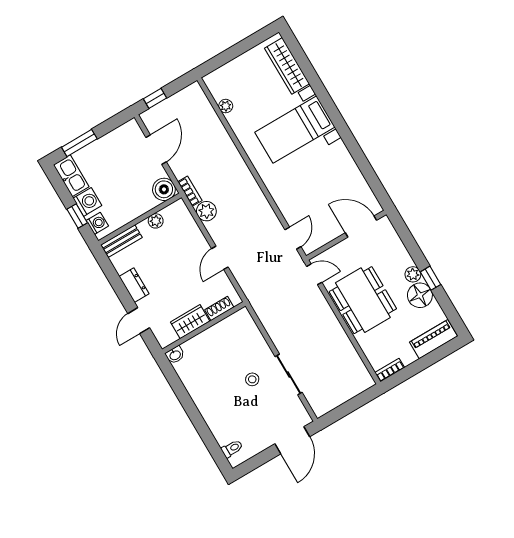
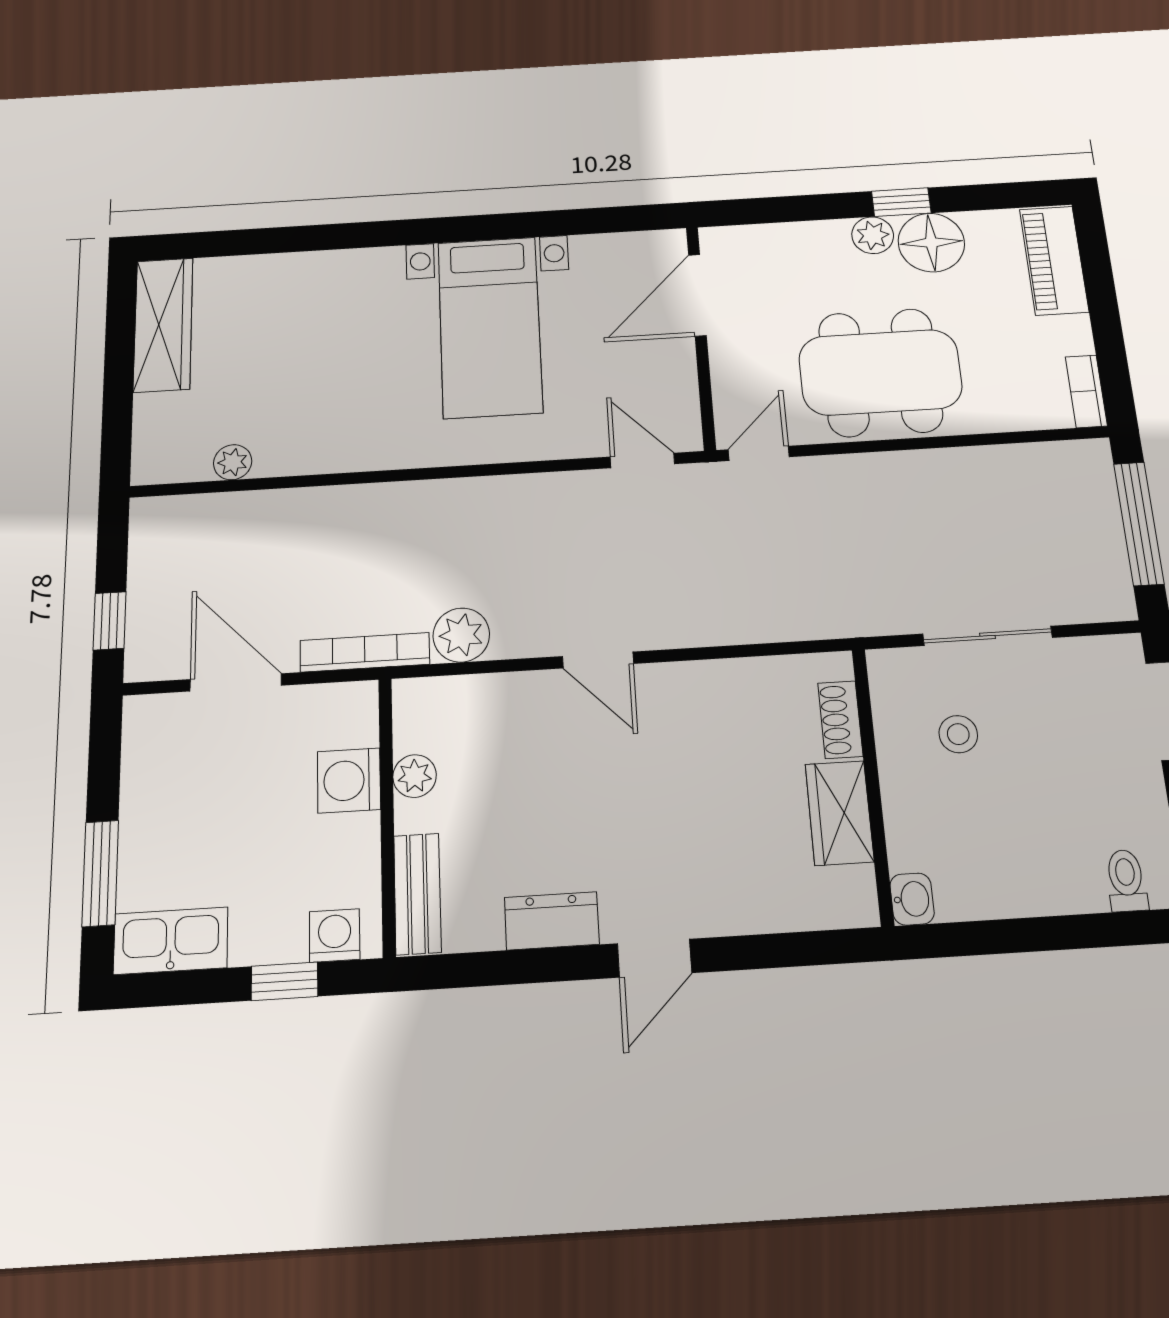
wardrobe: (287, 66) -> (163, 325), moved, turned -90
bed with nightstands: (295, 130) -> (490, 327), moved
boiler: (164, 189) -> (346, 714), removed
bookcase: (190, 191) -> (365, 652), width x1.56
washing machine: (87, 202) -> (349, 780), moved, turned -90
shoe rack: (219, 308) -> (840, 720), moved
door: (139, 321) -> (655, 958), hinge flipped
wardrobe: (190, 322) -> (840, 813), moved
wall: (204, 328) -> (873, 785), moved
washbasin: (175, 355) -> (912, 899), moved
window: (351, 406) -> (1139, 523), added

